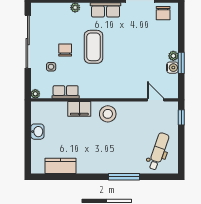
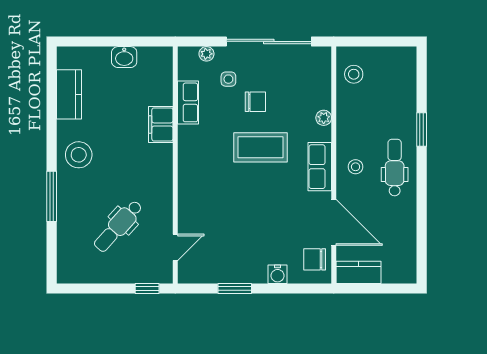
plant: (173, 56) -> (246, 276), removed
water cooler: (172, 68) -> (278, 274), moved
plant: (35, 94) -> (206, 54), moved
stool: (108, 114) -> (79, 155), moved
dental chair: (159, 151) -> (118, 226), moved, turned 113

